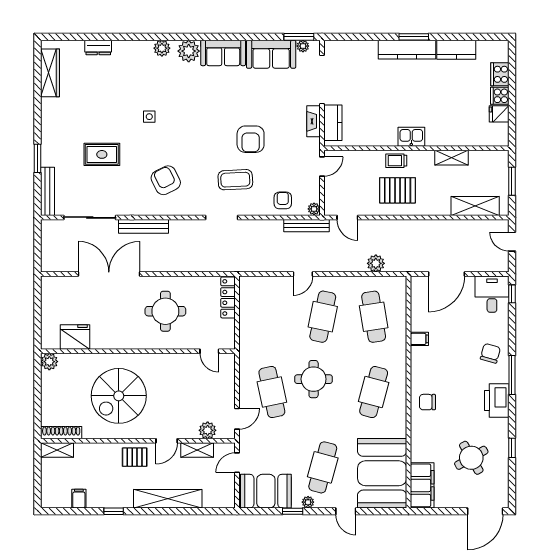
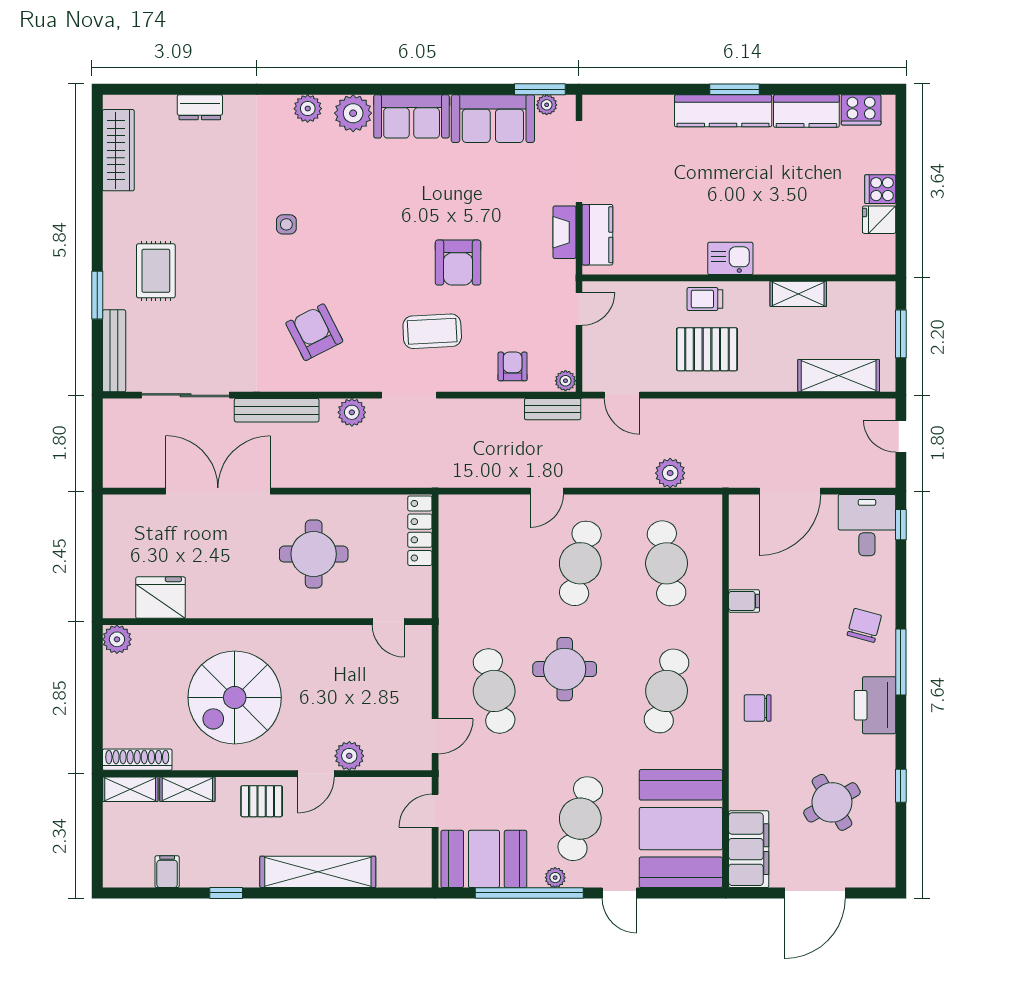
cooker: (500, 74) -> (861, 110), moved, turned -90
rug: (102, 154) -> (156, 271), moved, turned 90
bench: (306, 226) -> (553, 409), width x0.73
plant: (188, 228) -> (352, 412), added
plant: (208, 430) -> (349, 756), moved
shelving: (197, 450) -> (187, 789), moved
window: (293, 511) -> (529, 893), width x3.17
door: (485, 511) -> (815, 893), moved

